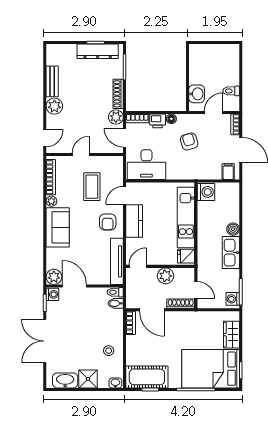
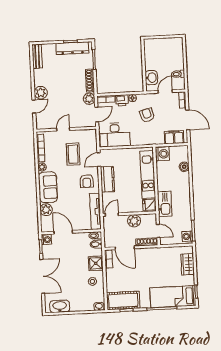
bench: (52, 81) -> (37, 56), moved
door: (45, 138) -> (34, 106), moved
door: (125, 138) -> (97, 115), swing flipped
filing cabinet: (228, 172) -> (174, 137), width x2.00
boiler: (233, 229) -> (184, 167), moved
kitchen sink: (231, 253) -> (165, 204), moved, turned 180
plant: (54, 277) -> (46, 210), moved
double door: (45, 341) -> (42, 276), swing flipped
bed: (211, 369) -> (173, 297), width x0.67
shower: (88, 379) -> (96, 263), moved

